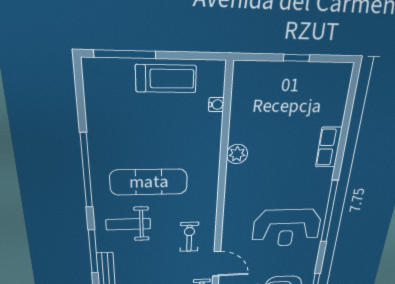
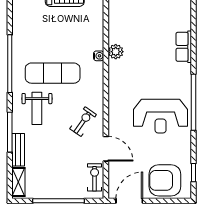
water cooler: (216, 105) -> (99, 56), moved
weight bench: (128, 224) -> (37, 108), turned -90
exercise bike: (189, 237) -> (83, 122), turned 35

